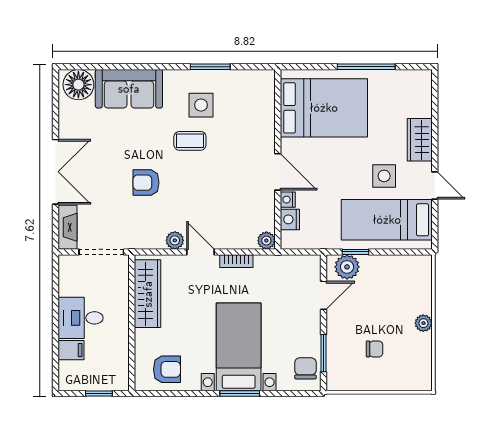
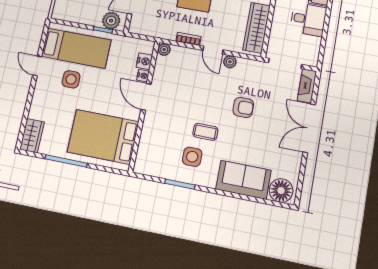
wardrobe: (420, 140) -> (32, 136), moved

